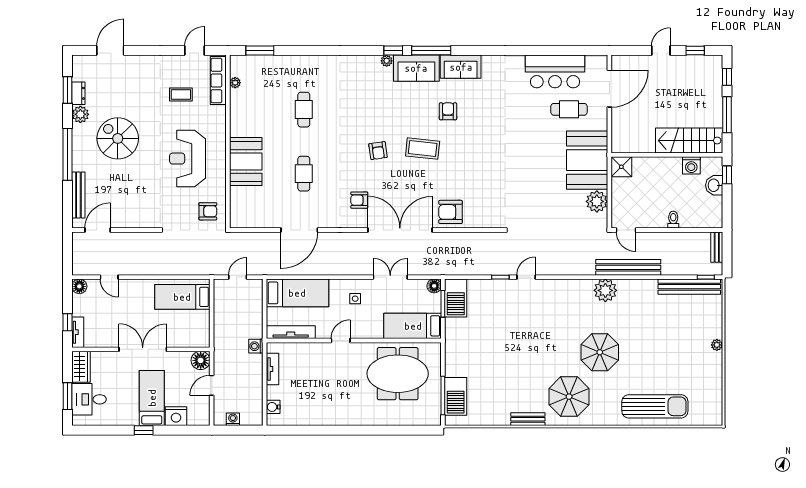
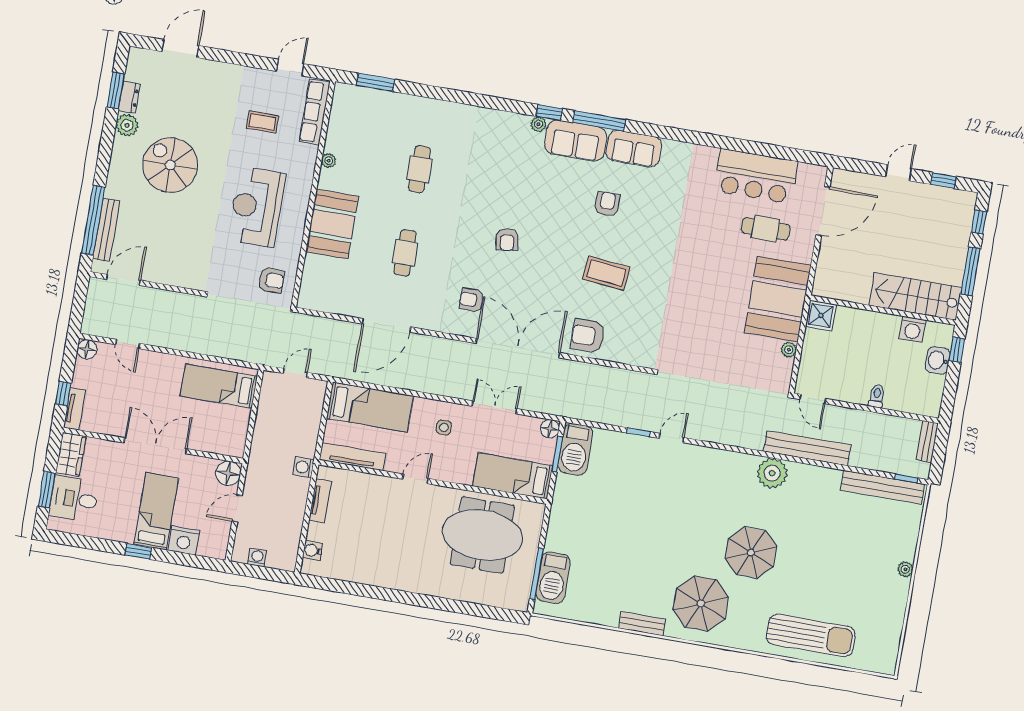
plant: (235, 83) -> (329, 161), moved
coffee table: (423, 149) -> (606, 273), moved
window: (68, 154) -> (93, 220), moved
plant: (597, 201) -> (789, 350), width x0.53, depth x0.53

